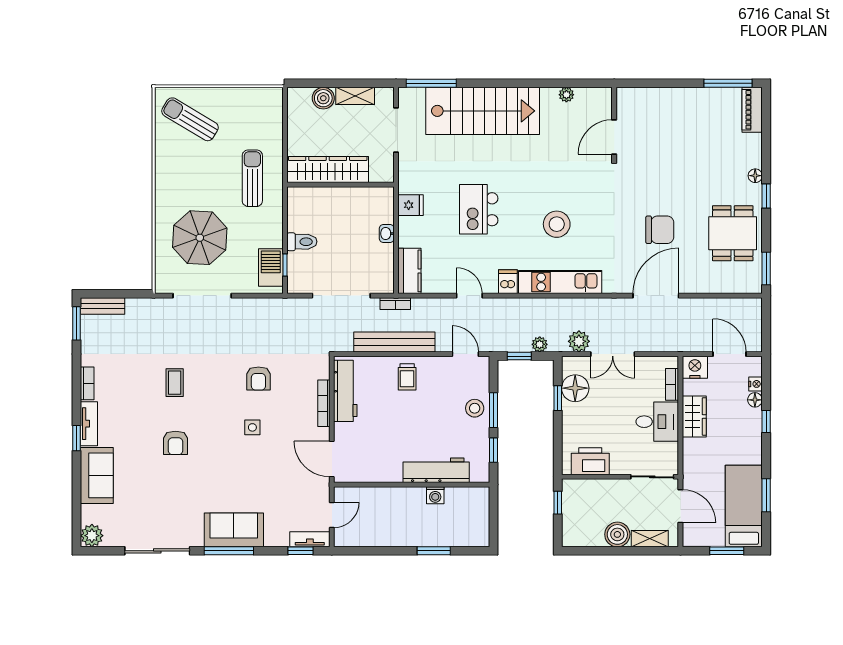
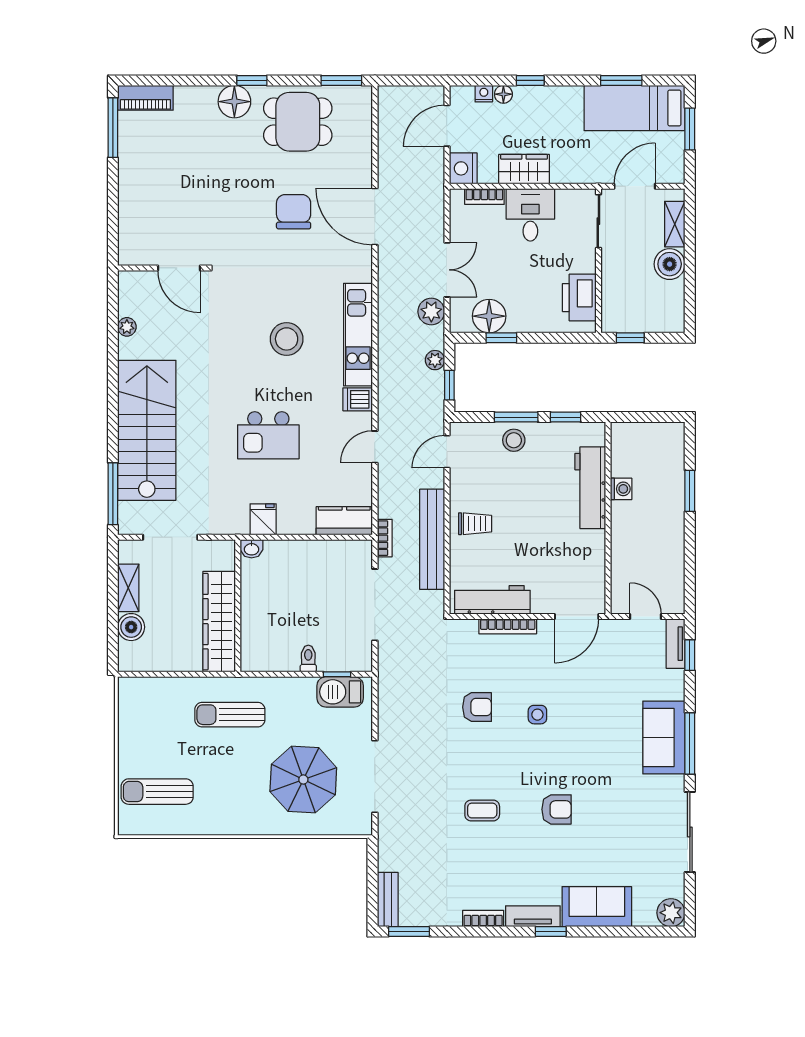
sun lounger: (190, 119) -> (157, 792), turned 59
floor lamp: (755, 176) -> (234, 102), width x1.89, depth x1.89
washbasin: (387, 234) -> (252, 549), moved
toilet: (302, 242) -> (308, 659), width x0.73, depth x0.72

